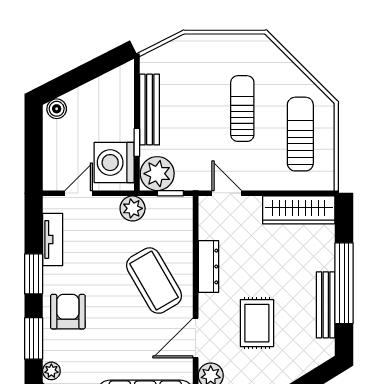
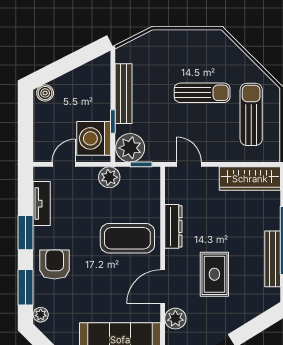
sun lounger: (242, 109) -> (202, 93), turned 90
coffee table: (154, 281) -> (127, 238), turned -60

